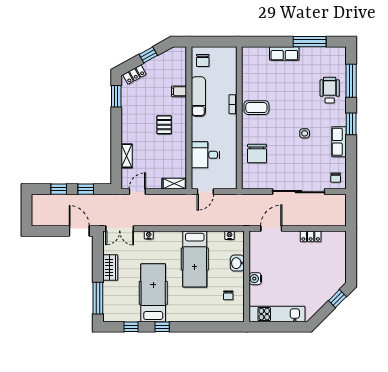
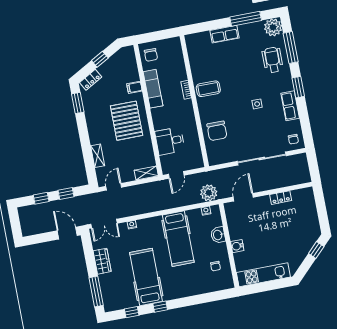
plant: (337, 56) -> (273, 27), added
pallet: (164, 125) -> (127, 121), width x2.05, depth x2.00
plant: (236, 217) -> (209, 193), added

